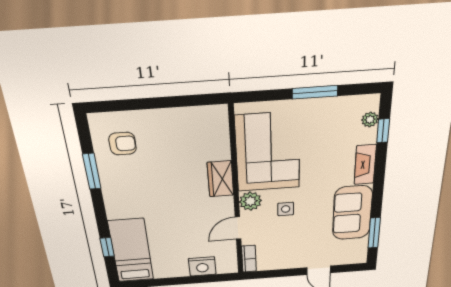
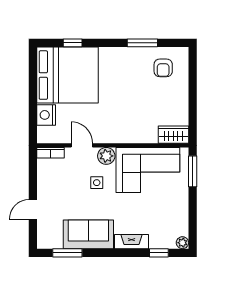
window: (315, 92) -> (193, 171), moved
plant: (370, 120) -> (182, 243), moved
wardrobe: (221, 179) -> (173, 135), moved
bed: (131, 251) -> (68, 75), width x2.04

